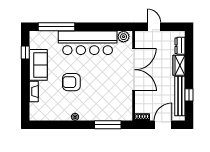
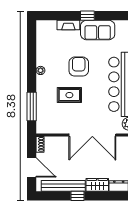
window: (25, 53) -> (87, 16), moved
rug: (97, 91) -> (69, 95), added
window: (189, 95) -> (78, 196), moved

